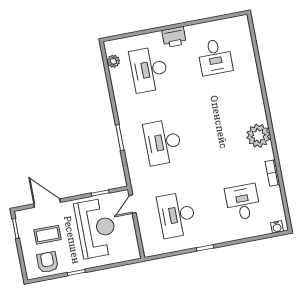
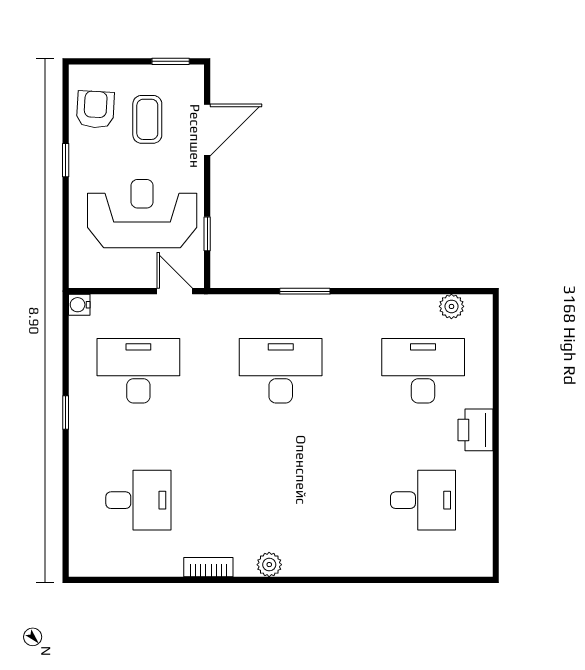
desk: (215, 57) -> (423, 500), turned 180
plant: (258, 136) -> (269, 565), width x0.53, depth x0.53
bookcase: (273, 173) -> (208, 567), moved
water cooler: (277, 227) -> (79, 305), moved
reception desk: (96, 228) -> (142, 214), turned 180
armchair: (48, 262) -> (95, 109), turned -87

